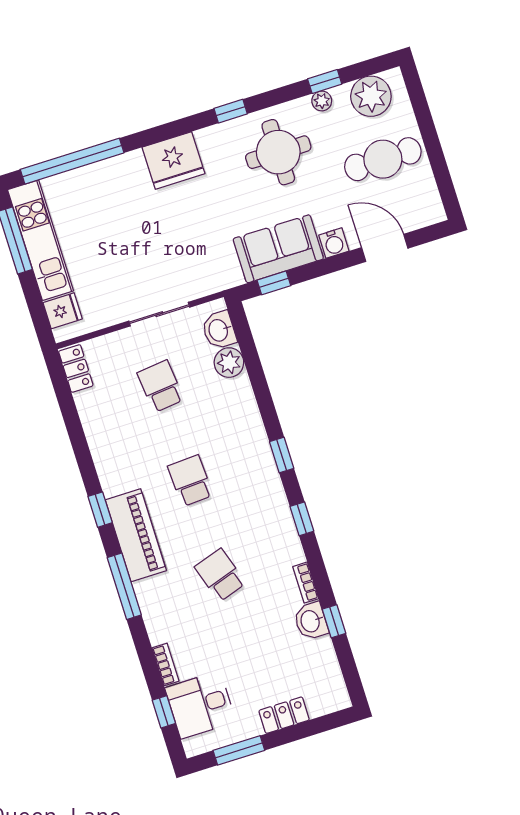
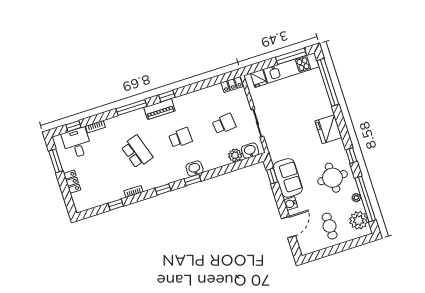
window: (325, 82) -> (365, 199), width x3.17
cafe table: (383, 159) -> (330, 226), width x0.73, depth x0.74
piano: (136, 535) -> (159, 109), width x0.73, depth x0.75
school desk: (220, 575) -> (137, 152), width x1.85
washbasin: (311, 621) -> (195, 169), moved

